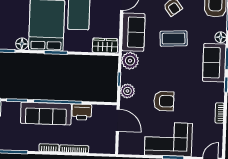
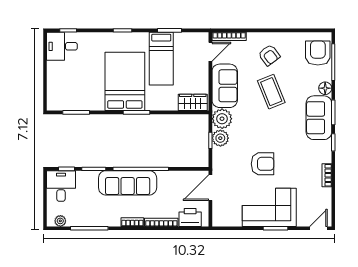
coffee table: (174, 39) -> (271, 92), turned 71
floor lamp: (22, 44) -> (97, 104), removed
plant: (127, 91) -> (220, 138), moved
printer: (82, 112) -> (190, 217), moved, turned 180
door: (118, 120) -> (210, 188), swing flipped

